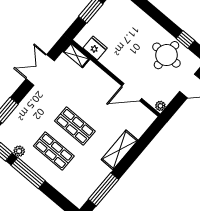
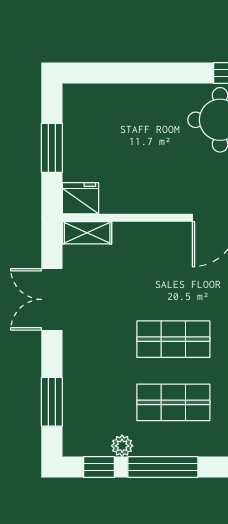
fridge: (95, 48) -> (80, 198), moved

